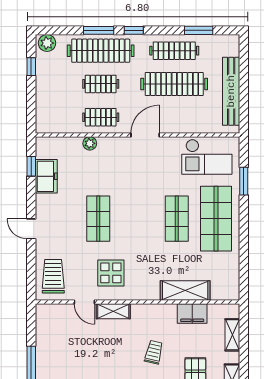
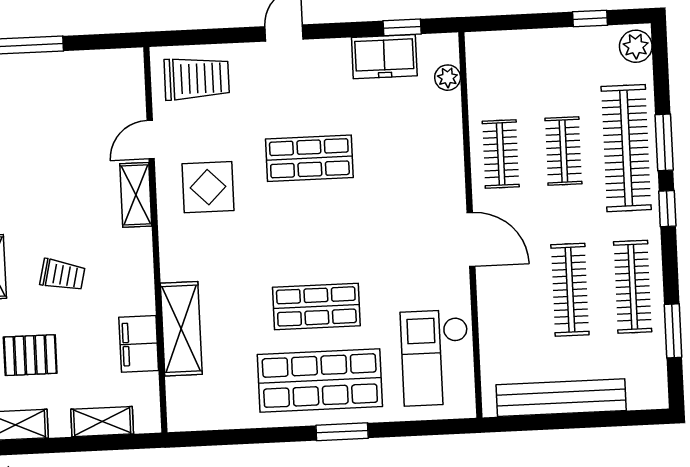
clothes rail: (174, 84) -> (570, 290), width x0.73, depth x0.76
plant: (90, 143) -> (448, 78), moved
window: (244, 181) -> (342, 432), moved

